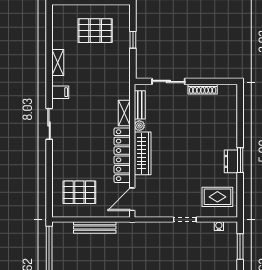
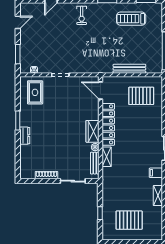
wardrobe: (143, 153) -> (93, 131), width x0.67
dresser: (231, 161) -> (25, 136), moved
rug: (217, 197) -> (35, 92), turned 90
door: (132, 199) -> (101, 91), swing flipped

